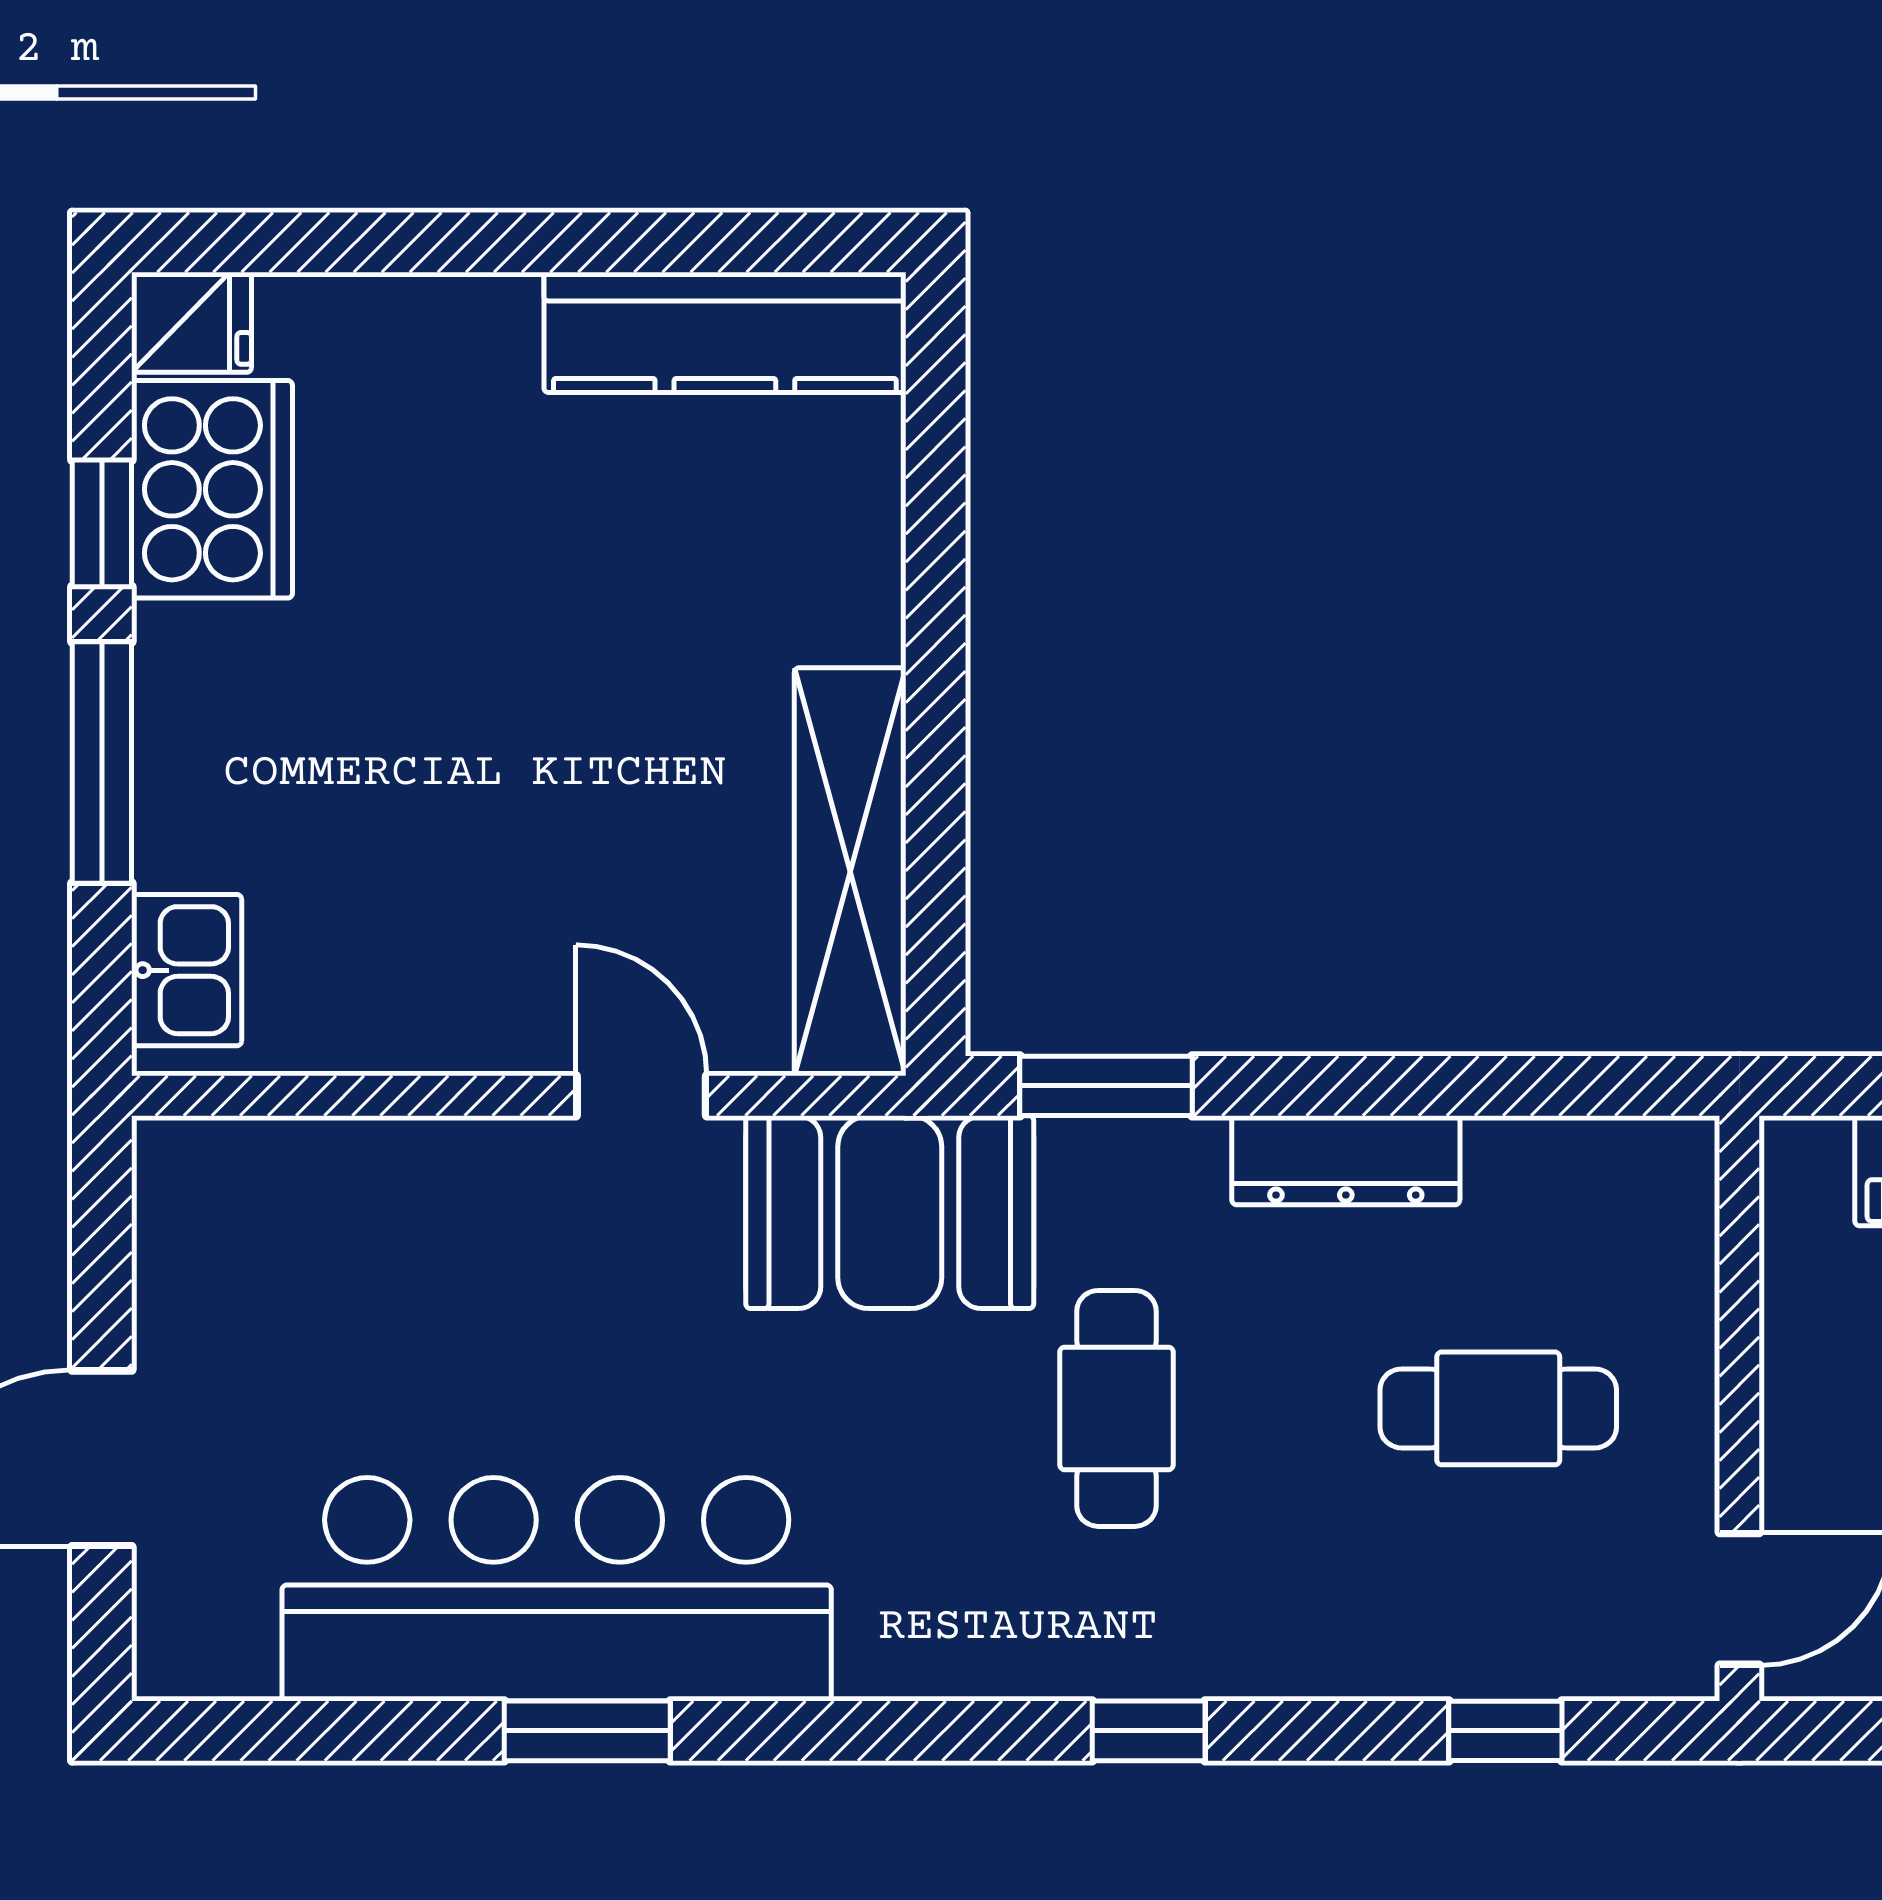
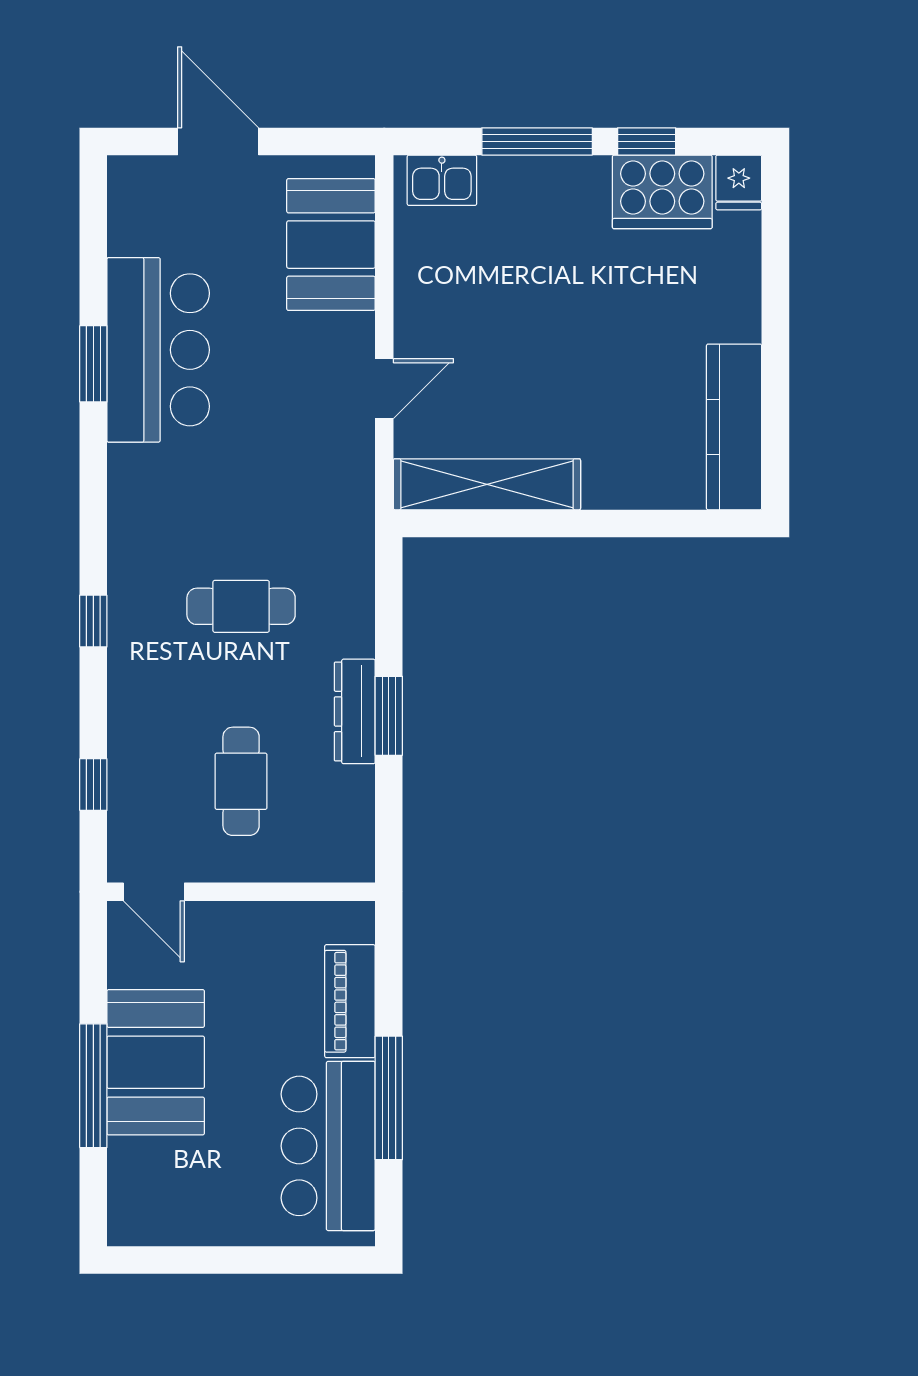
window: (1106, 1086) -> (389, 716), moved
booth: (890, 1212) -> (331, 245), moved
bar counter: (557, 1589) -> (158, 350), width x0.73

